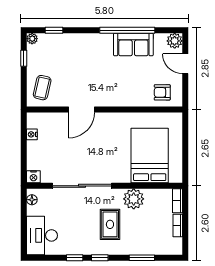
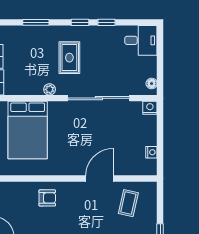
coffee table: (42, 88) -> (128, 203), moved
armchair: (162, 92) -> (47, 198), moved
plant: (134, 199) -> (50, 89), width x0.53, depth x0.53
desk: (42, 235) -> (141, 40), width x0.73

